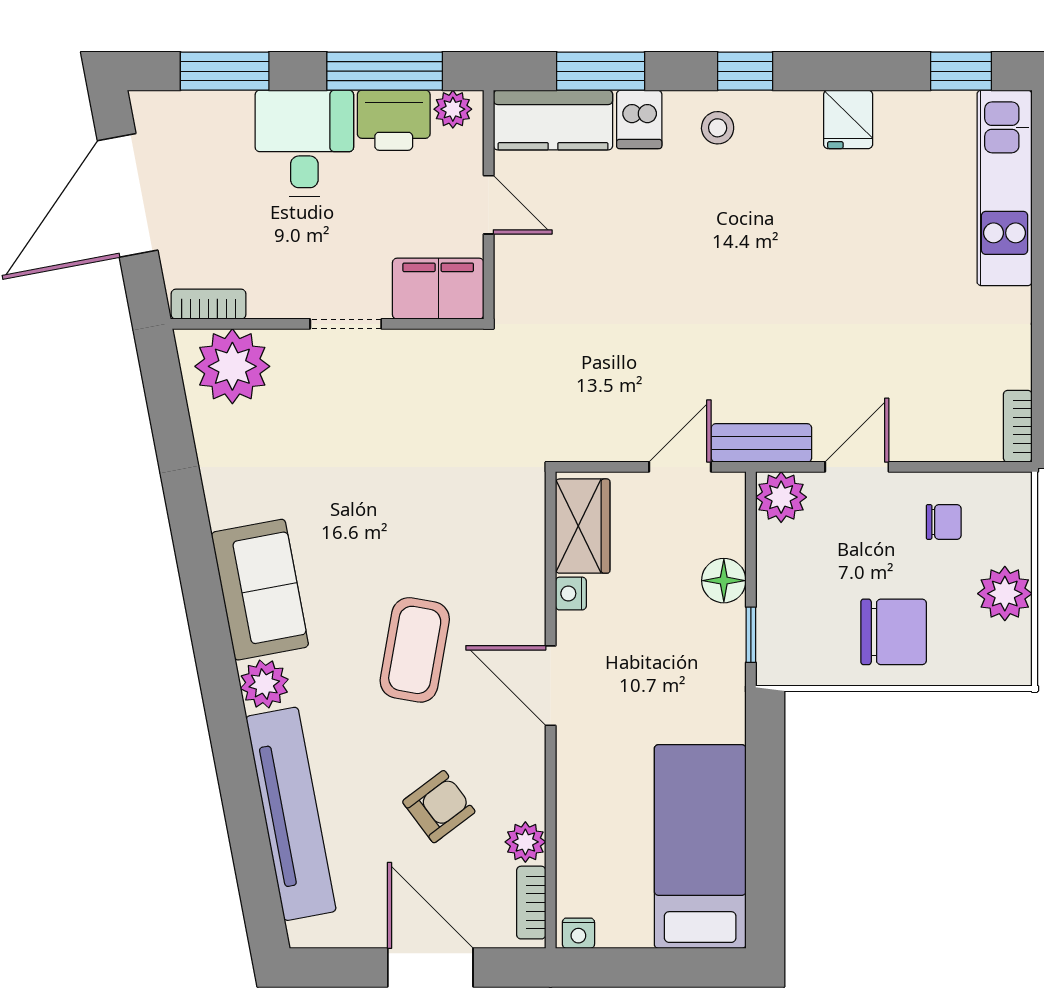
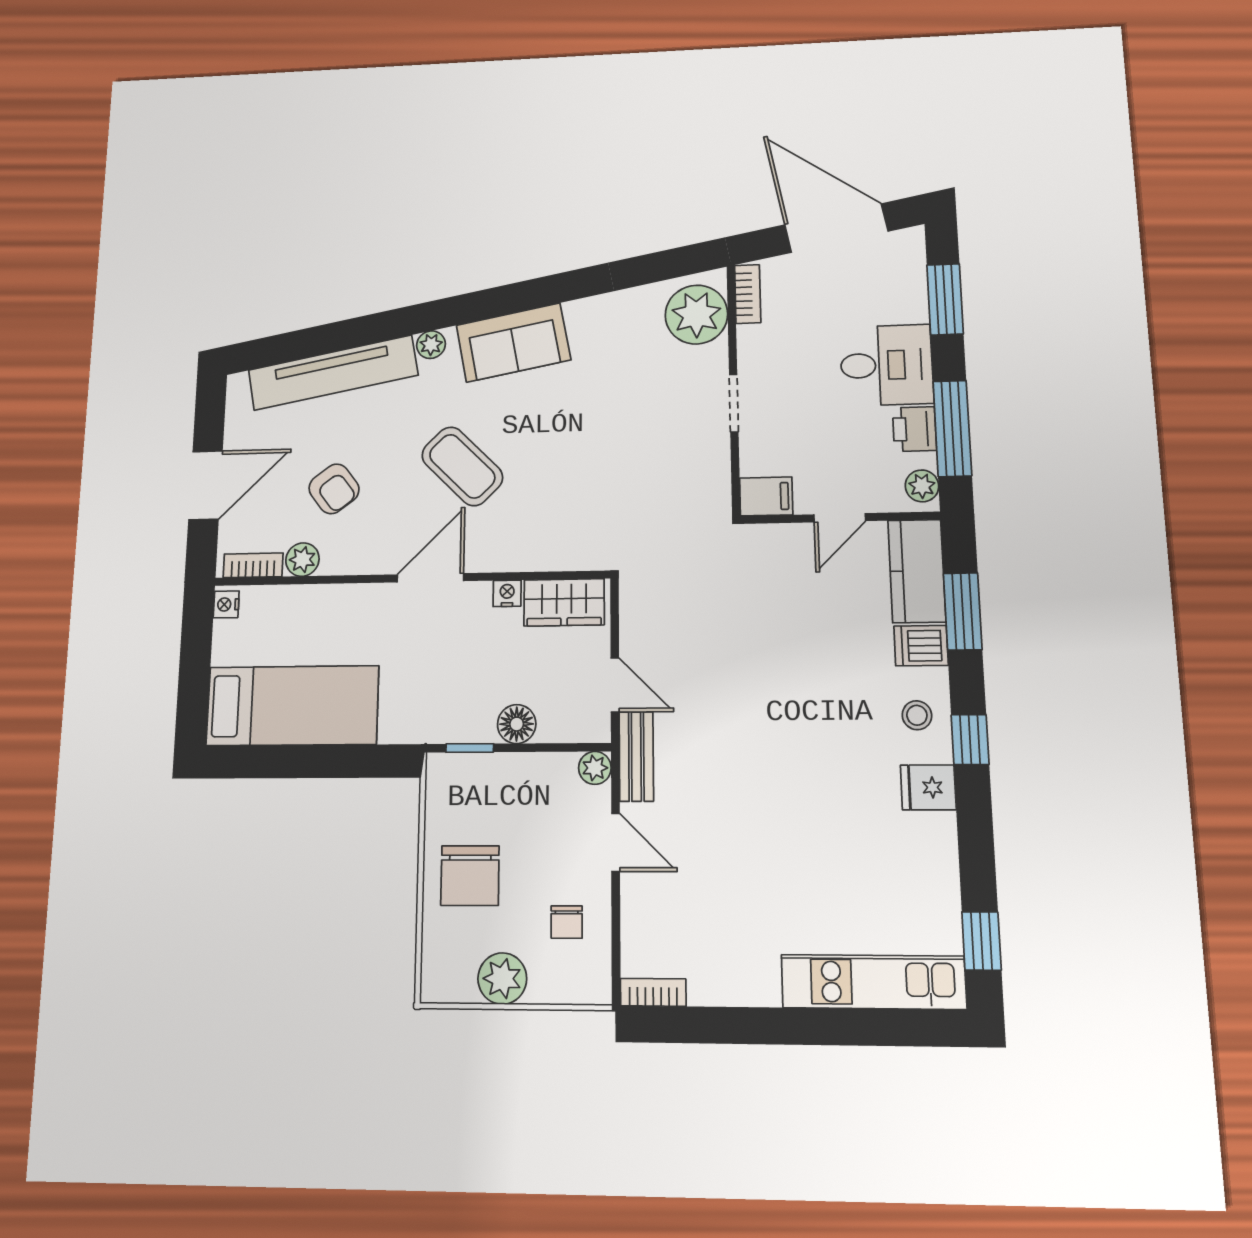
fridge: (848, 119) -> (928, 787), moved
printer: (394, 120) -> (914, 429), width x0.73, depth x0.81
filing cabinet: (438, 289) -> (766, 496), width x0.50
plant: (781, 497) -> (595, 768), width x0.73, depth x0.73
coffee table: (415, 650) -> (462, 466), turned 35
plant: (264, 684) -> (431, 345), width x0.73, depth x0.73

